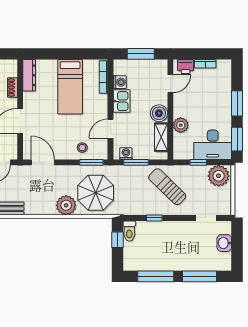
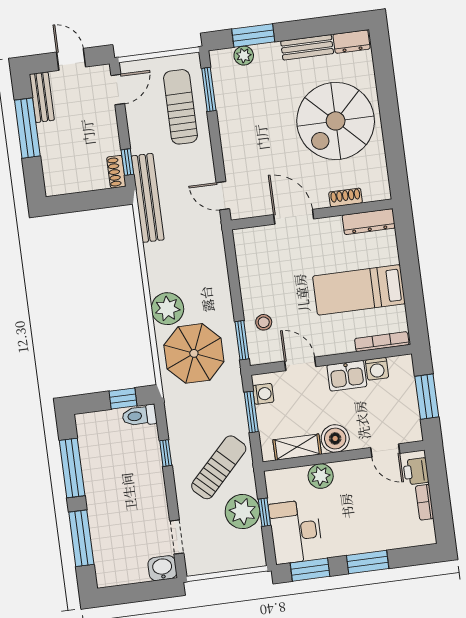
door: (43, 162) -> (232, 262), removed
plant: (219, 176) -> (242, 512), moved
washbasin: (224, 243) -> (162, 568), moved

